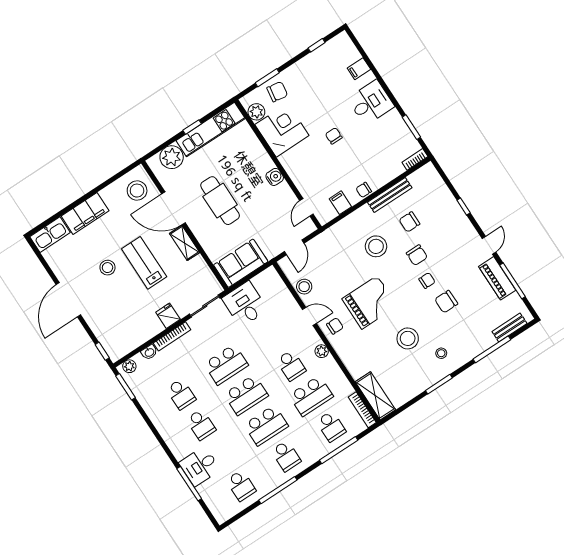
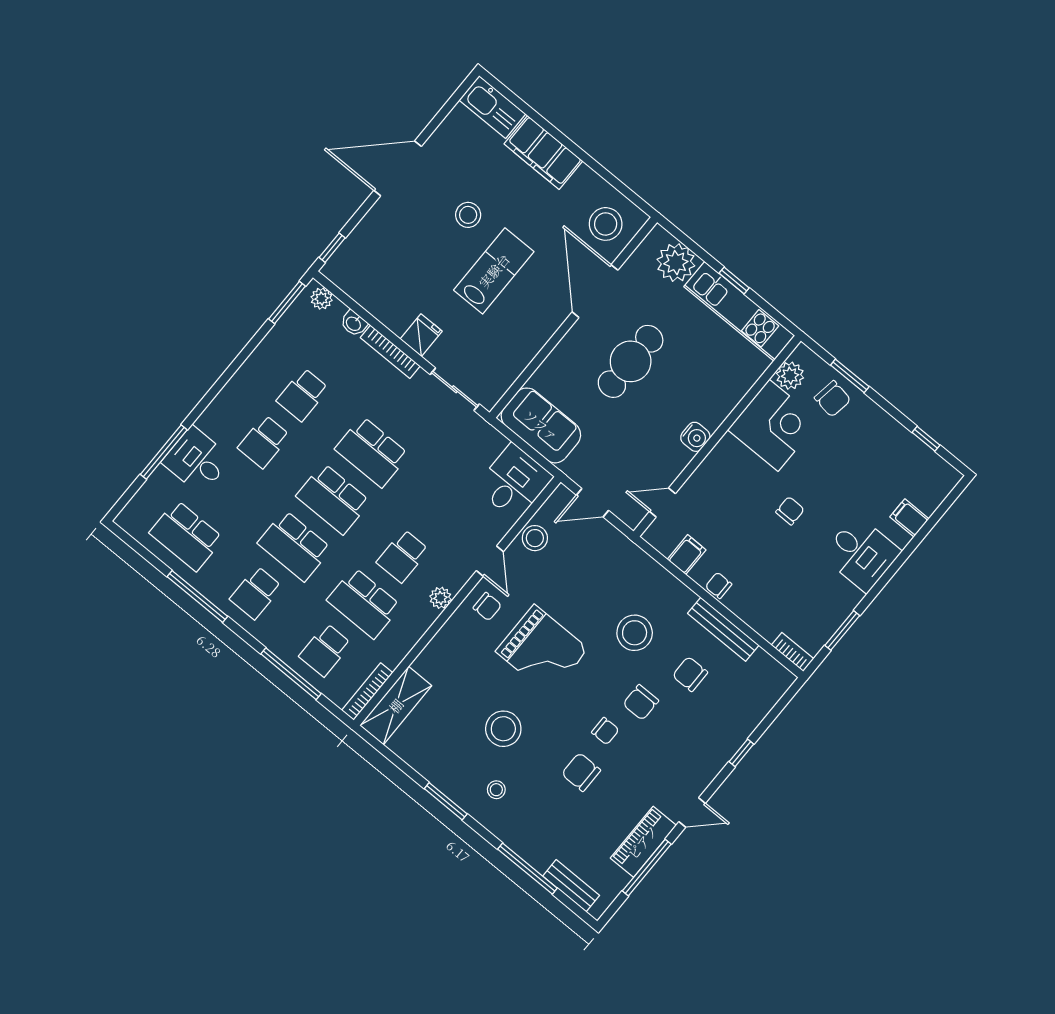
shelving: (185, 243) -> (546, 326), removed
desk: (245, 304) -> (514, 482), moved
school desk: (241, 486) -> (186, 536), width x1.85

